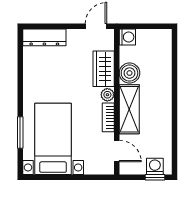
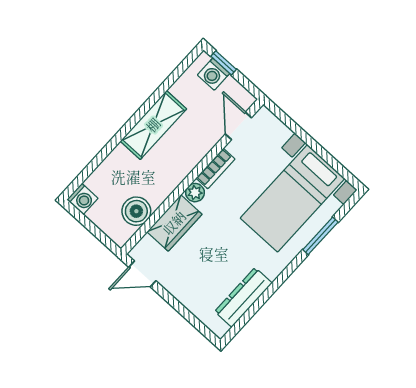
dresser: (44, 37) -> (243, 297), moved, turned -90
washing machine: (127, 37) -> (82, 199), moved, turned 180
boiler: (129, 73) -> (136, 211), moved
shelving: (129, 109) -> (153, 125), moved

